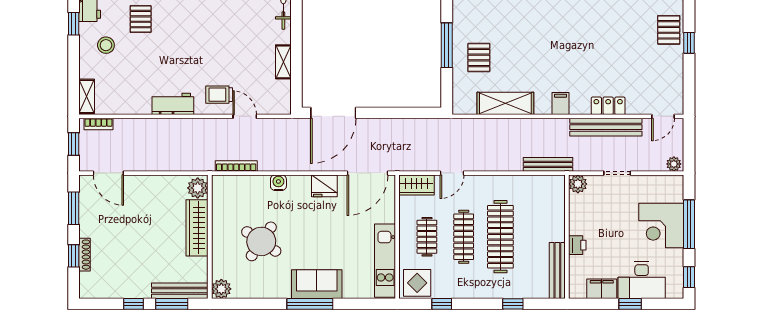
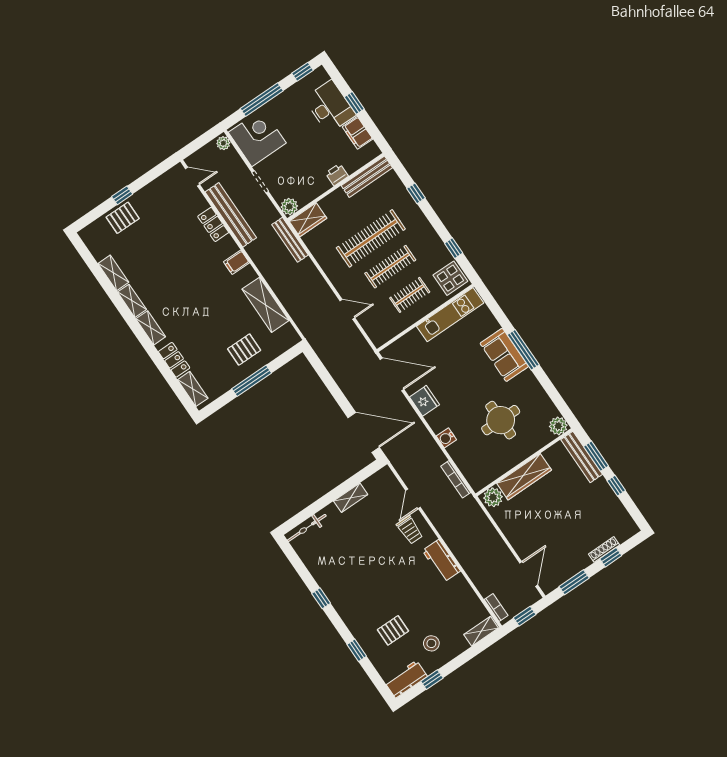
wardrobe: (417, 185) -> (308, 220), moved, turned 90
corner desk: (661, 225) -> (257, 138), moved, turned -90
round table: (261, 241) -> (501, 420), turned -34

